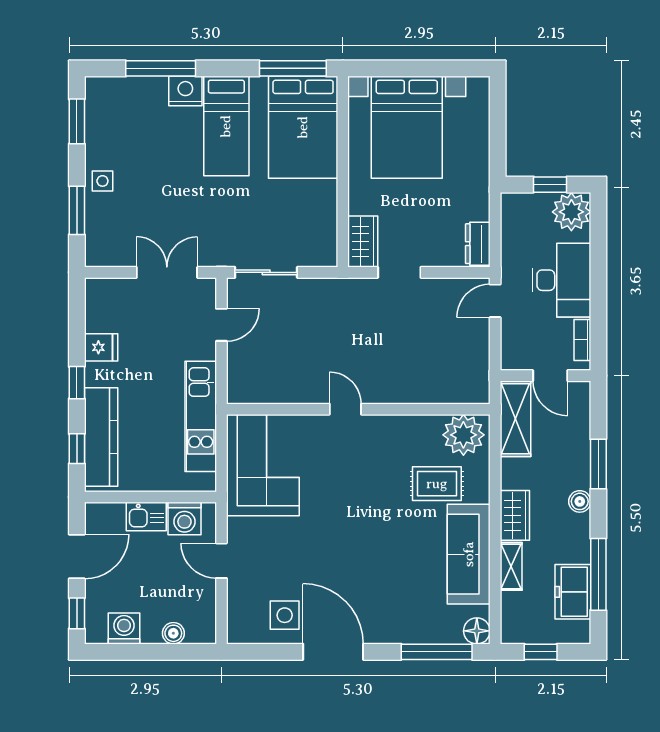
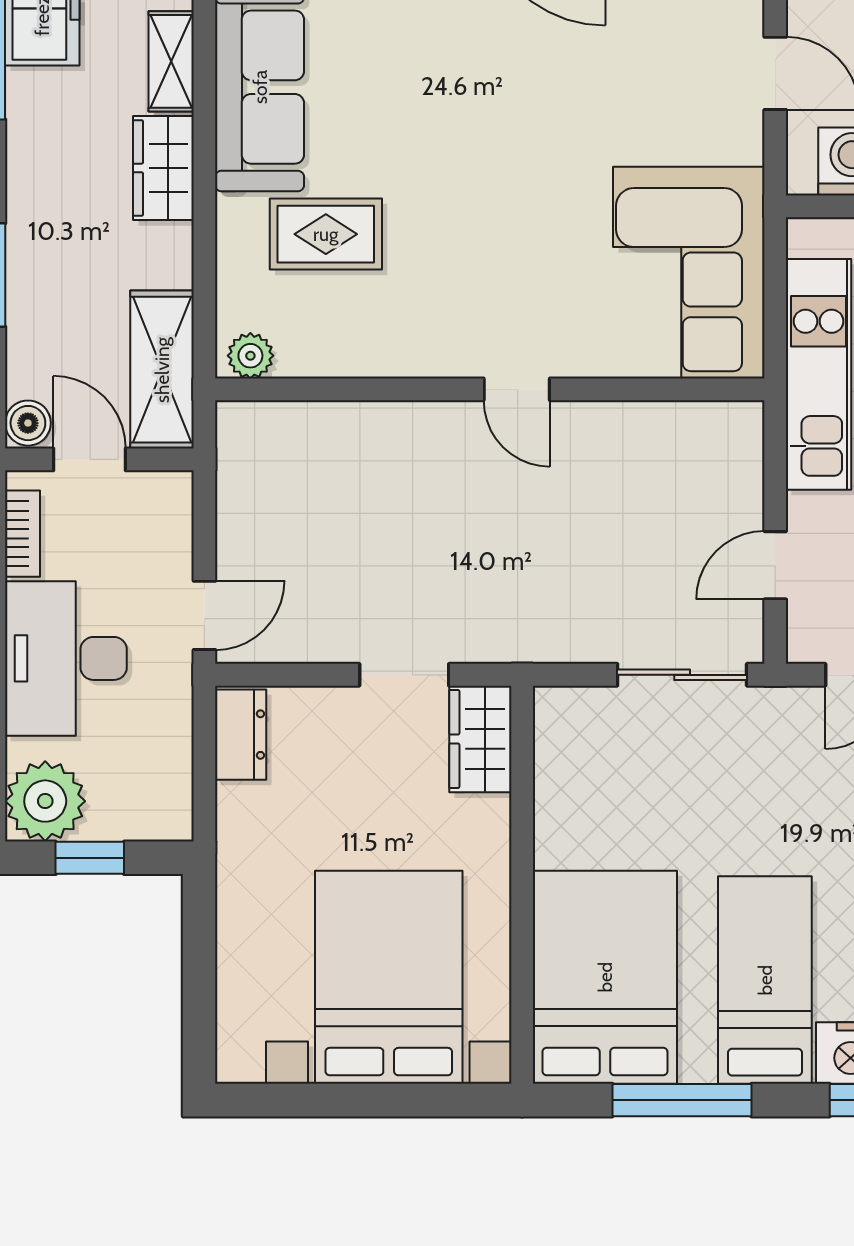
window: (293, 68) -> (682, 1100), moved
plant: (463, 435) -> (250, 356), width x0.53, depth x0.53
boiler: (580, 501) -> (28, 423), moved

